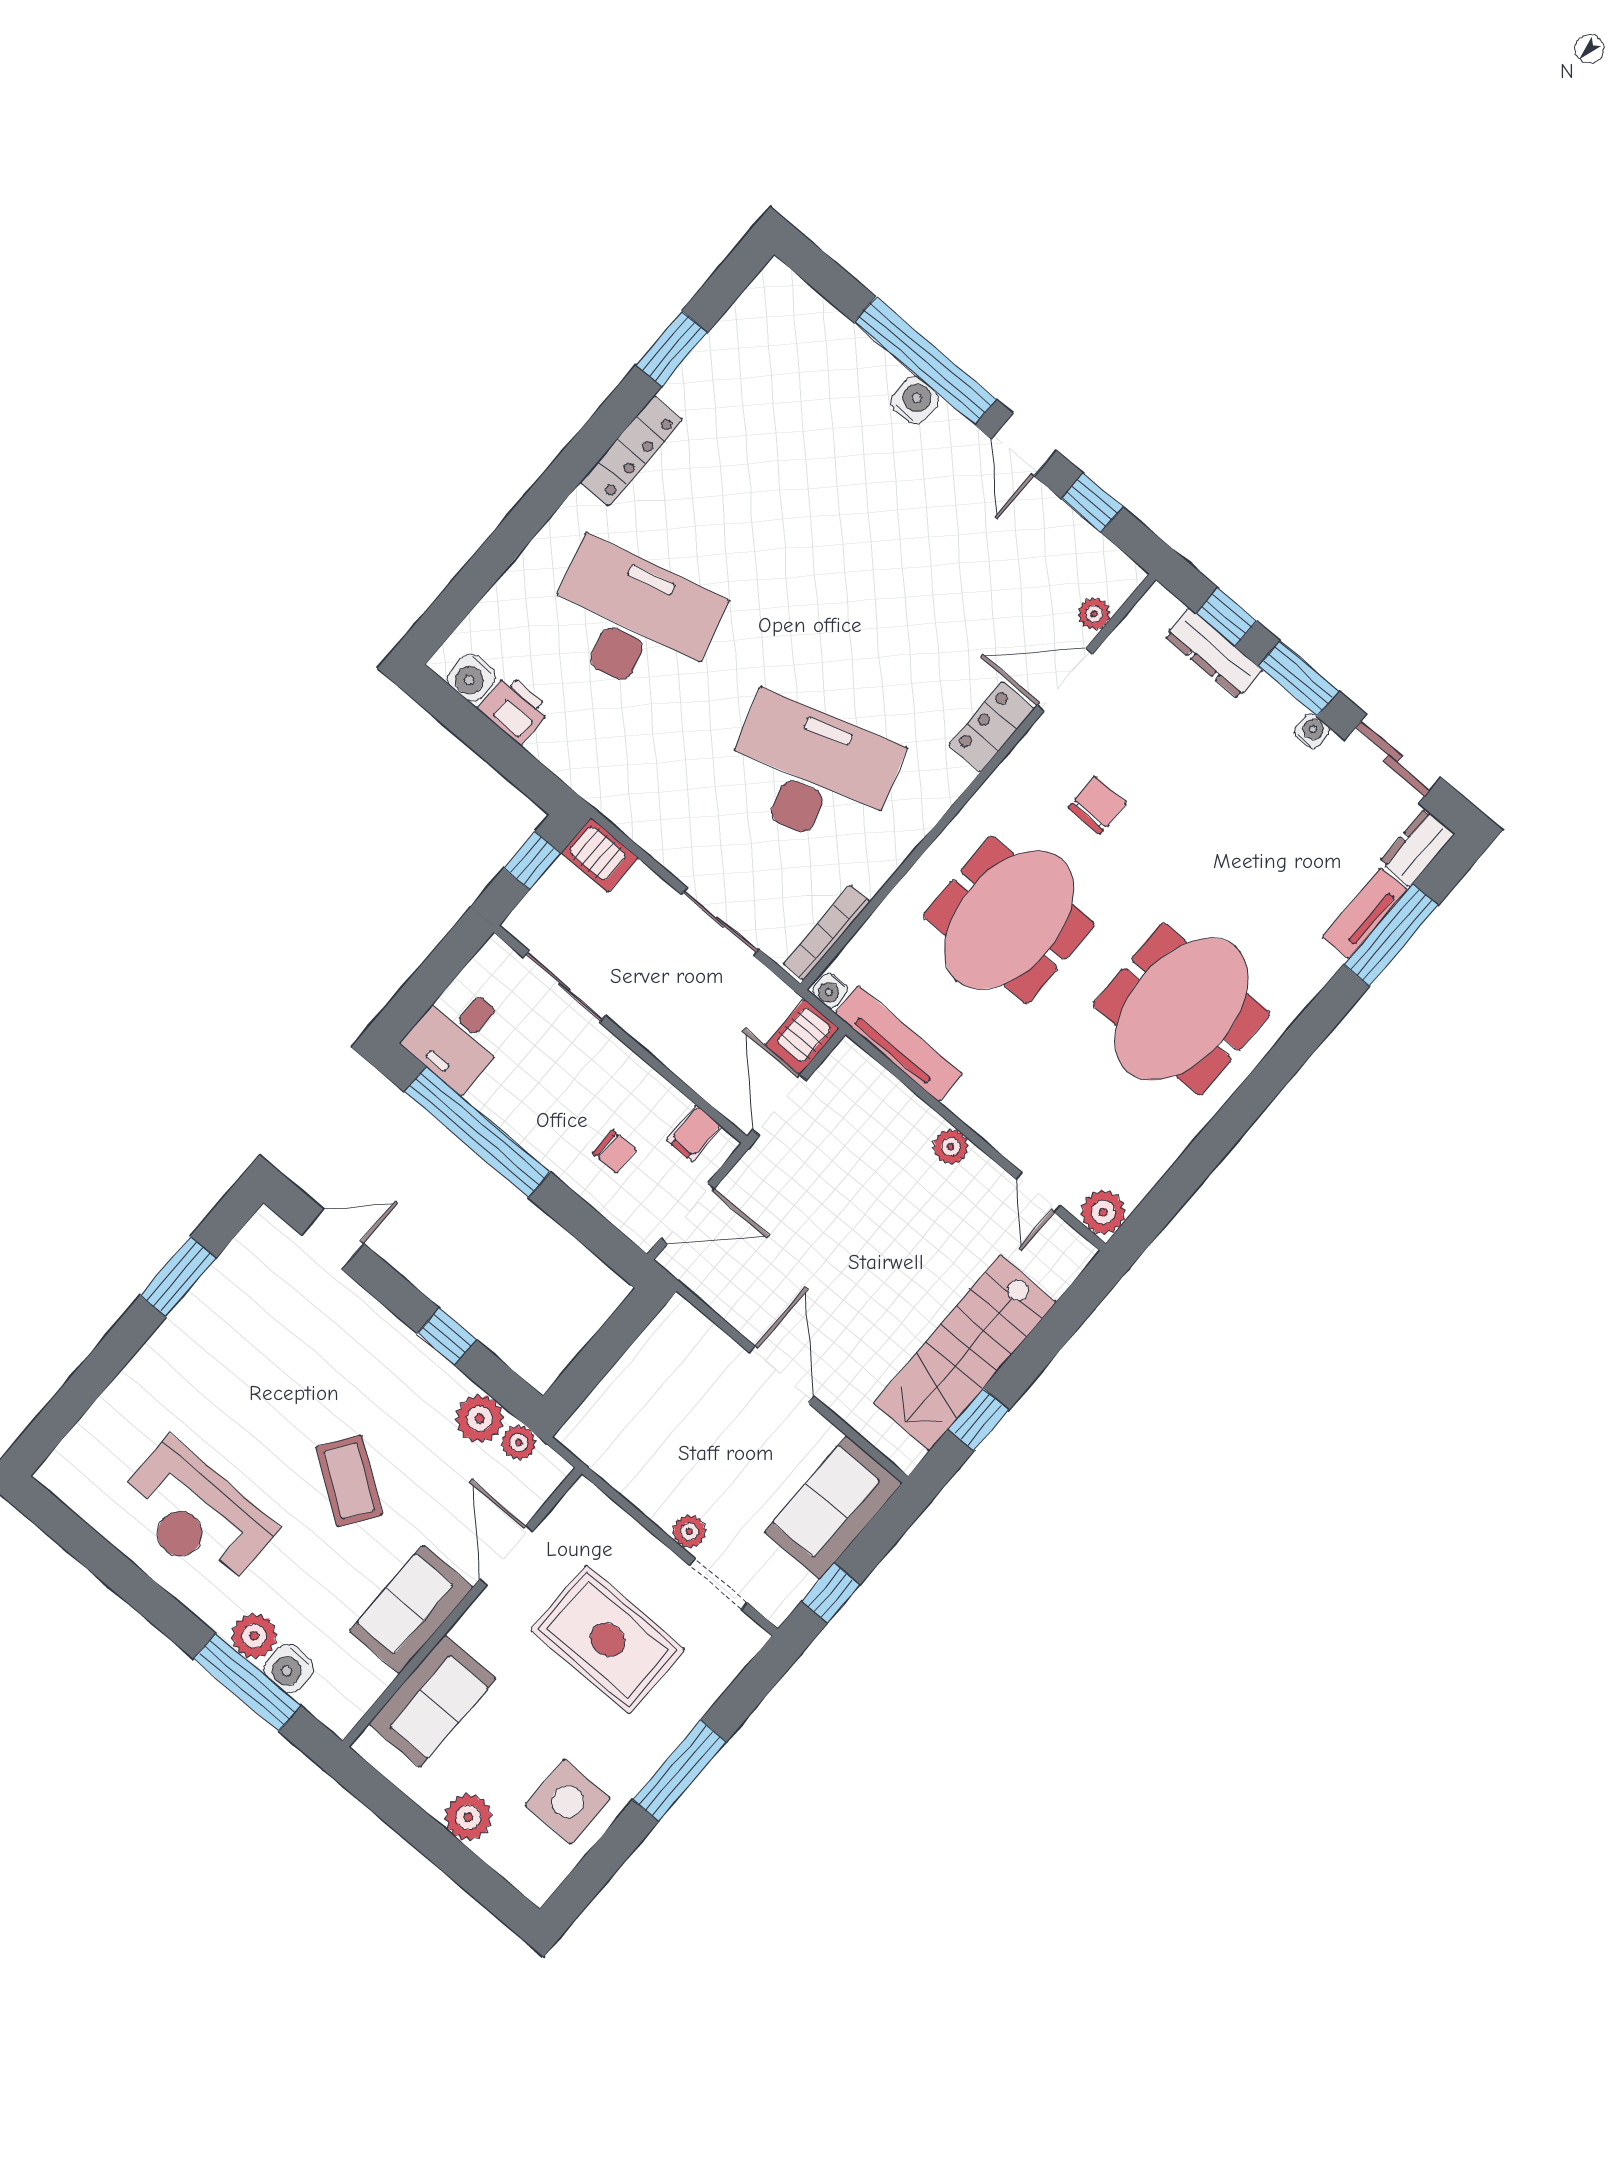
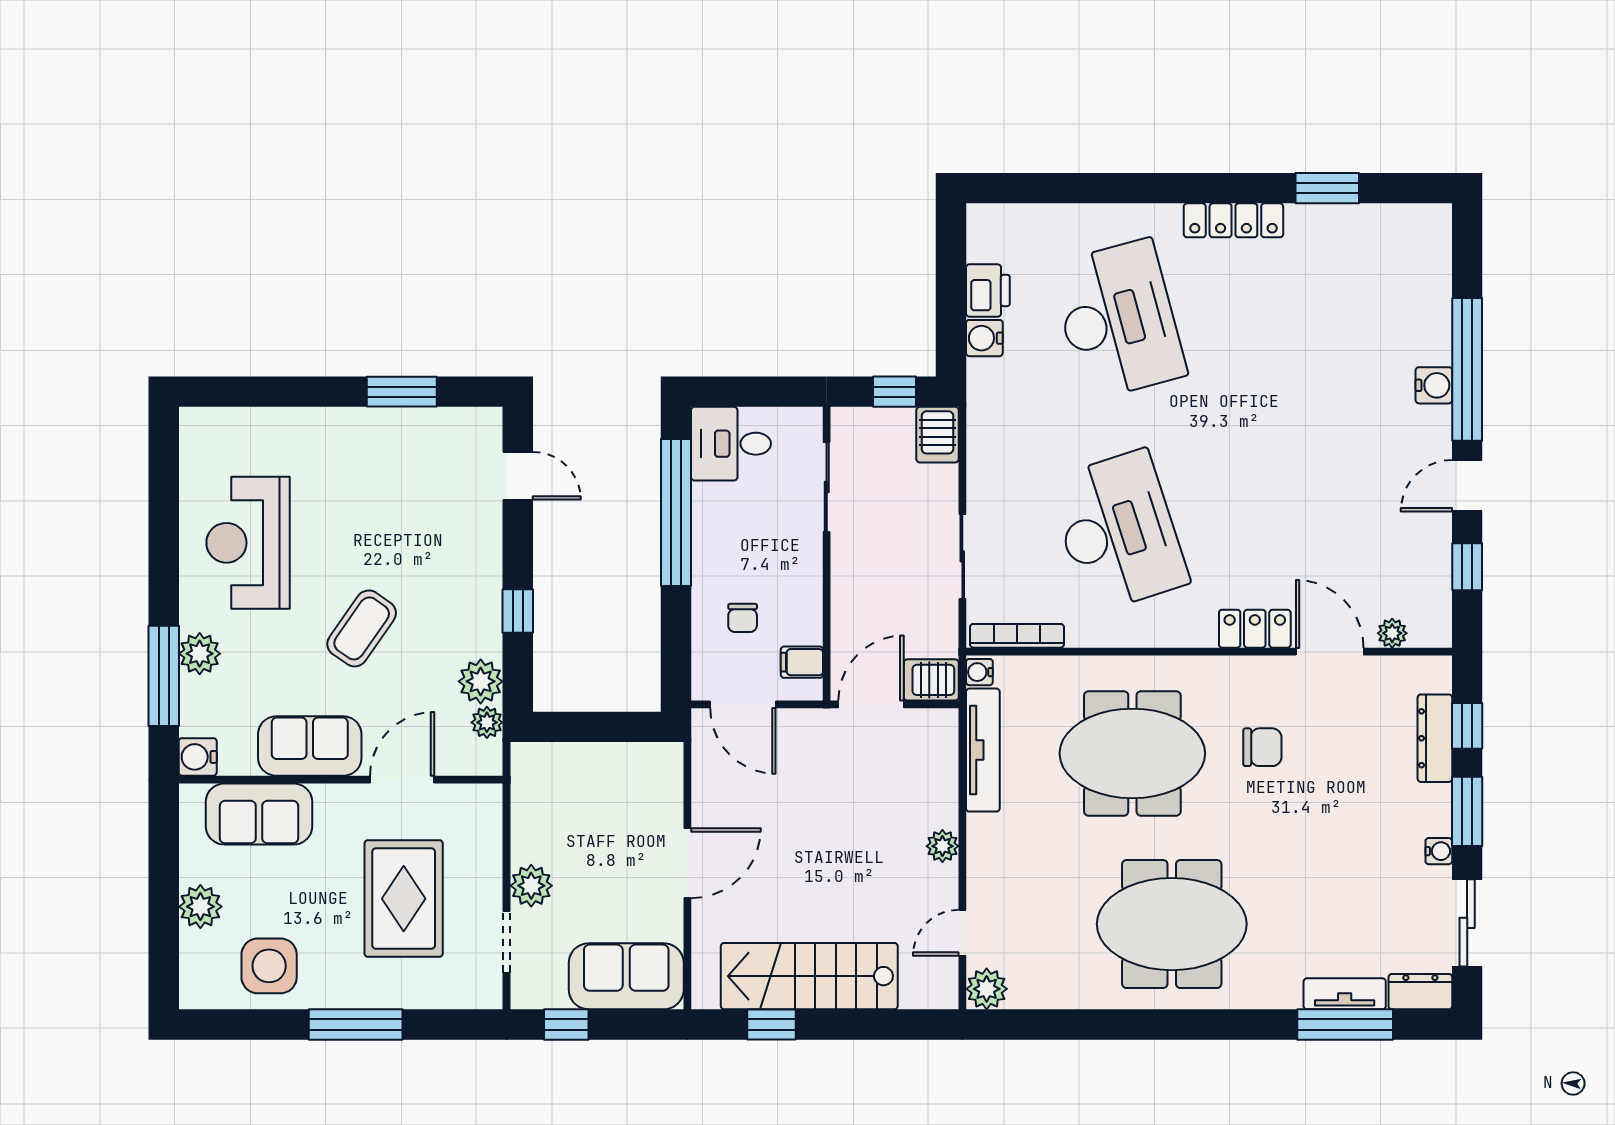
water cooler: (471, 678) -> (984, 338), moved
plant: (689, 1532) -> (531, 886), width x1.38, depth x1.38
water cooler: (289, 1668) -> (198, 757), moved

